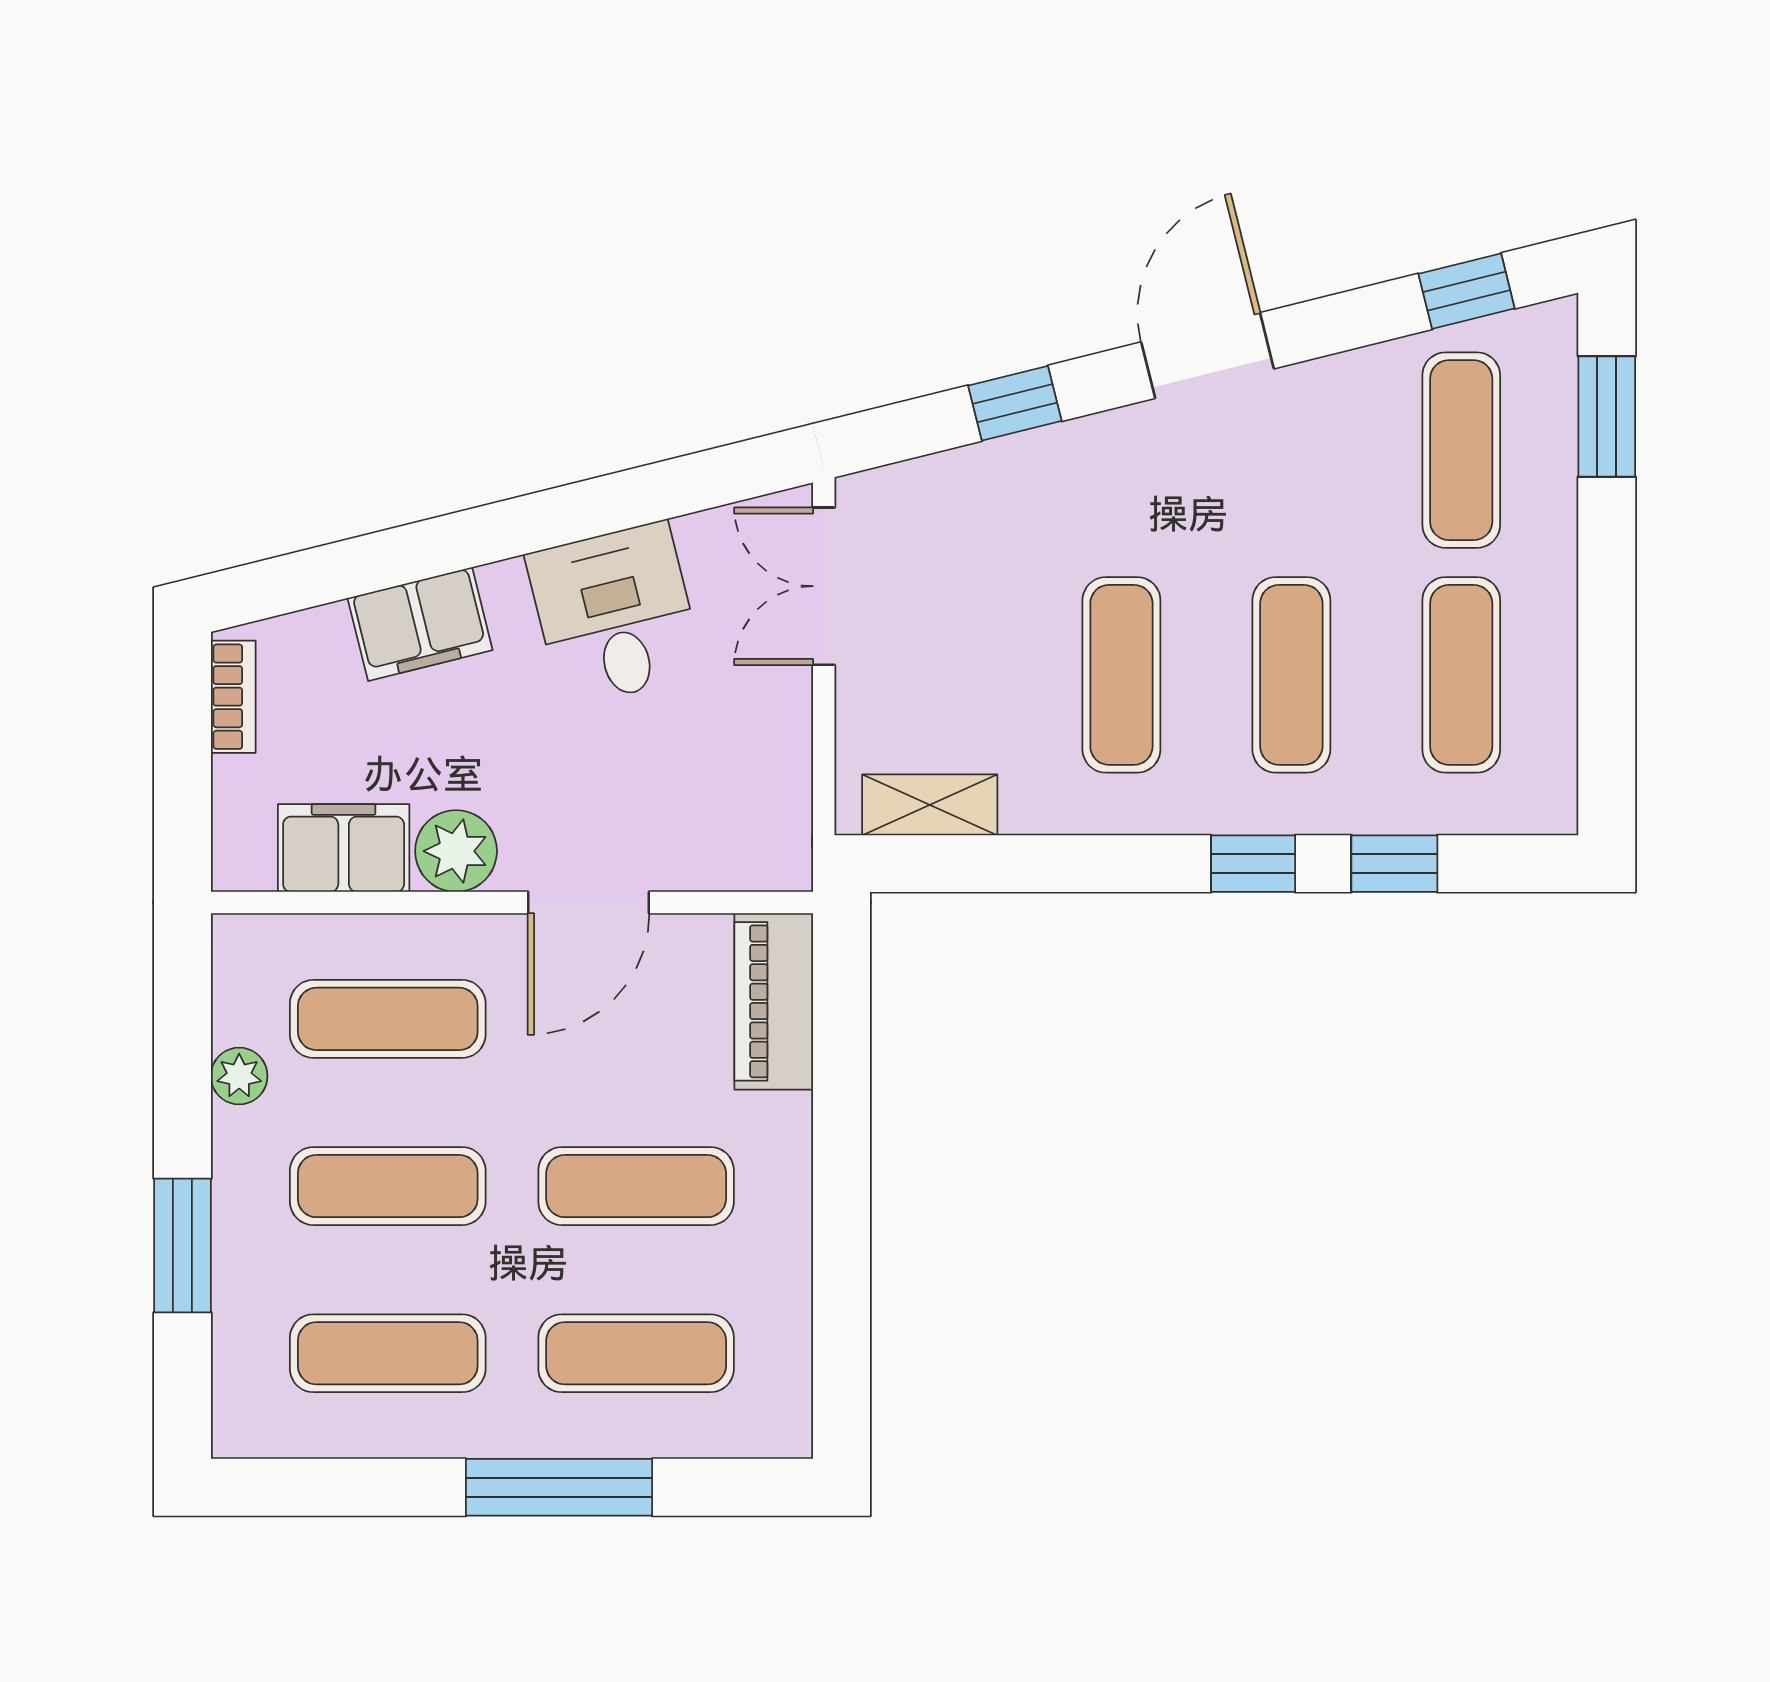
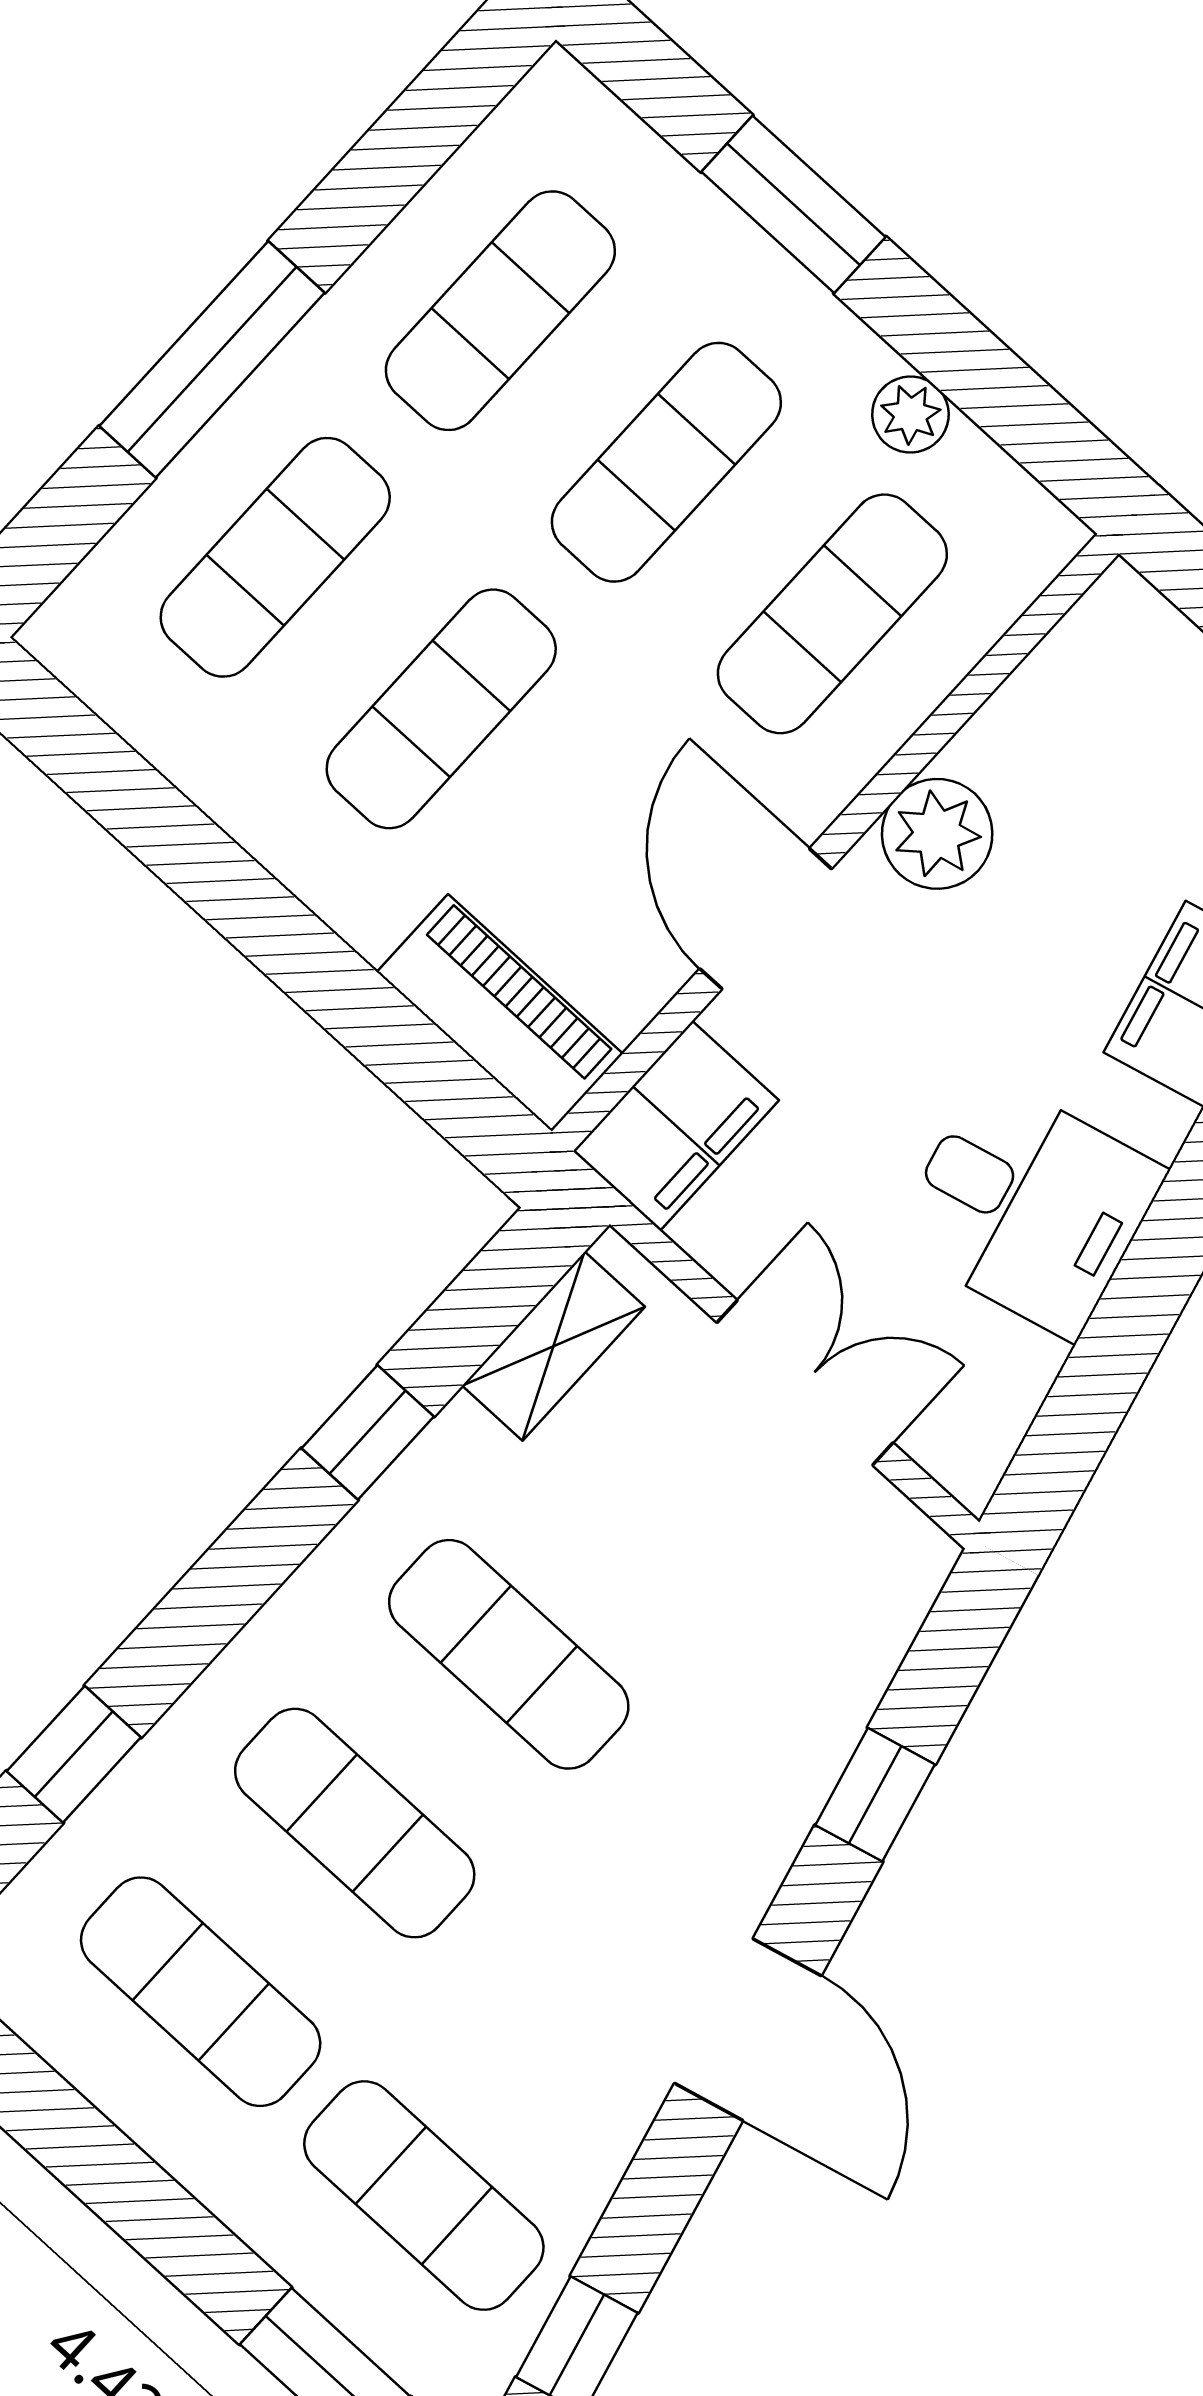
double door: (824, 586) -> (805, 1383), moved
filing cabinet: (344, 848) -> (676, 1126), moved
window: (1253, 864) -> (368, 1432), moved

